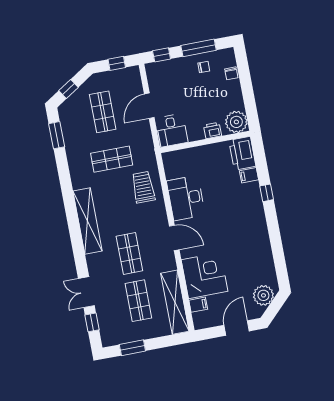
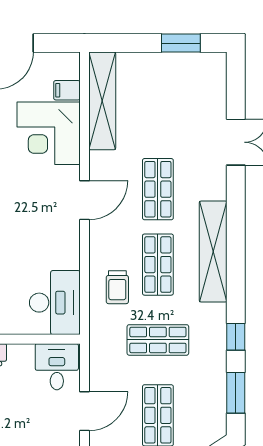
trolley: (143, 187) -> (117, 287), width x0.73, depth x0.72
desk: (186, 198) -> (55, 303), moved
door: (174, 238) -> (84, 200), swing flipped
shop shelf: (138, 301) -> (158, 265), moved
window: (92, 322) -> (236, 337), moved

